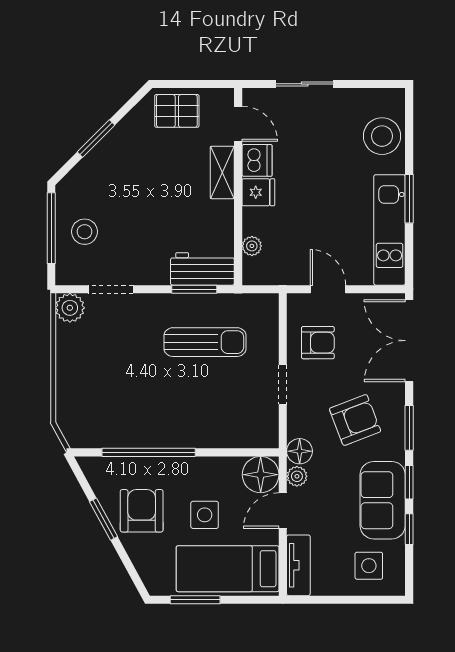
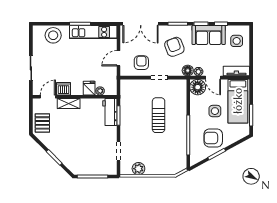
fridge: (258, 192) -> (89, 88), moved
stool: (85, 232) -> (94, 162), removed
plant: (70, 308) -> (138, 169), moved
sun lounger: (205, 342) -> (159, 115), moved

